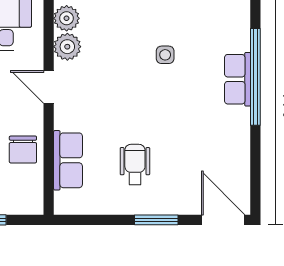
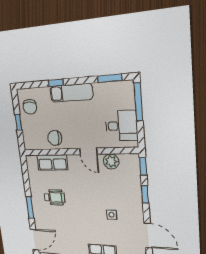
plant: (67, 18) -> (127, 161), removed
door: (49, 87) -> (88, 151), swing flipped

